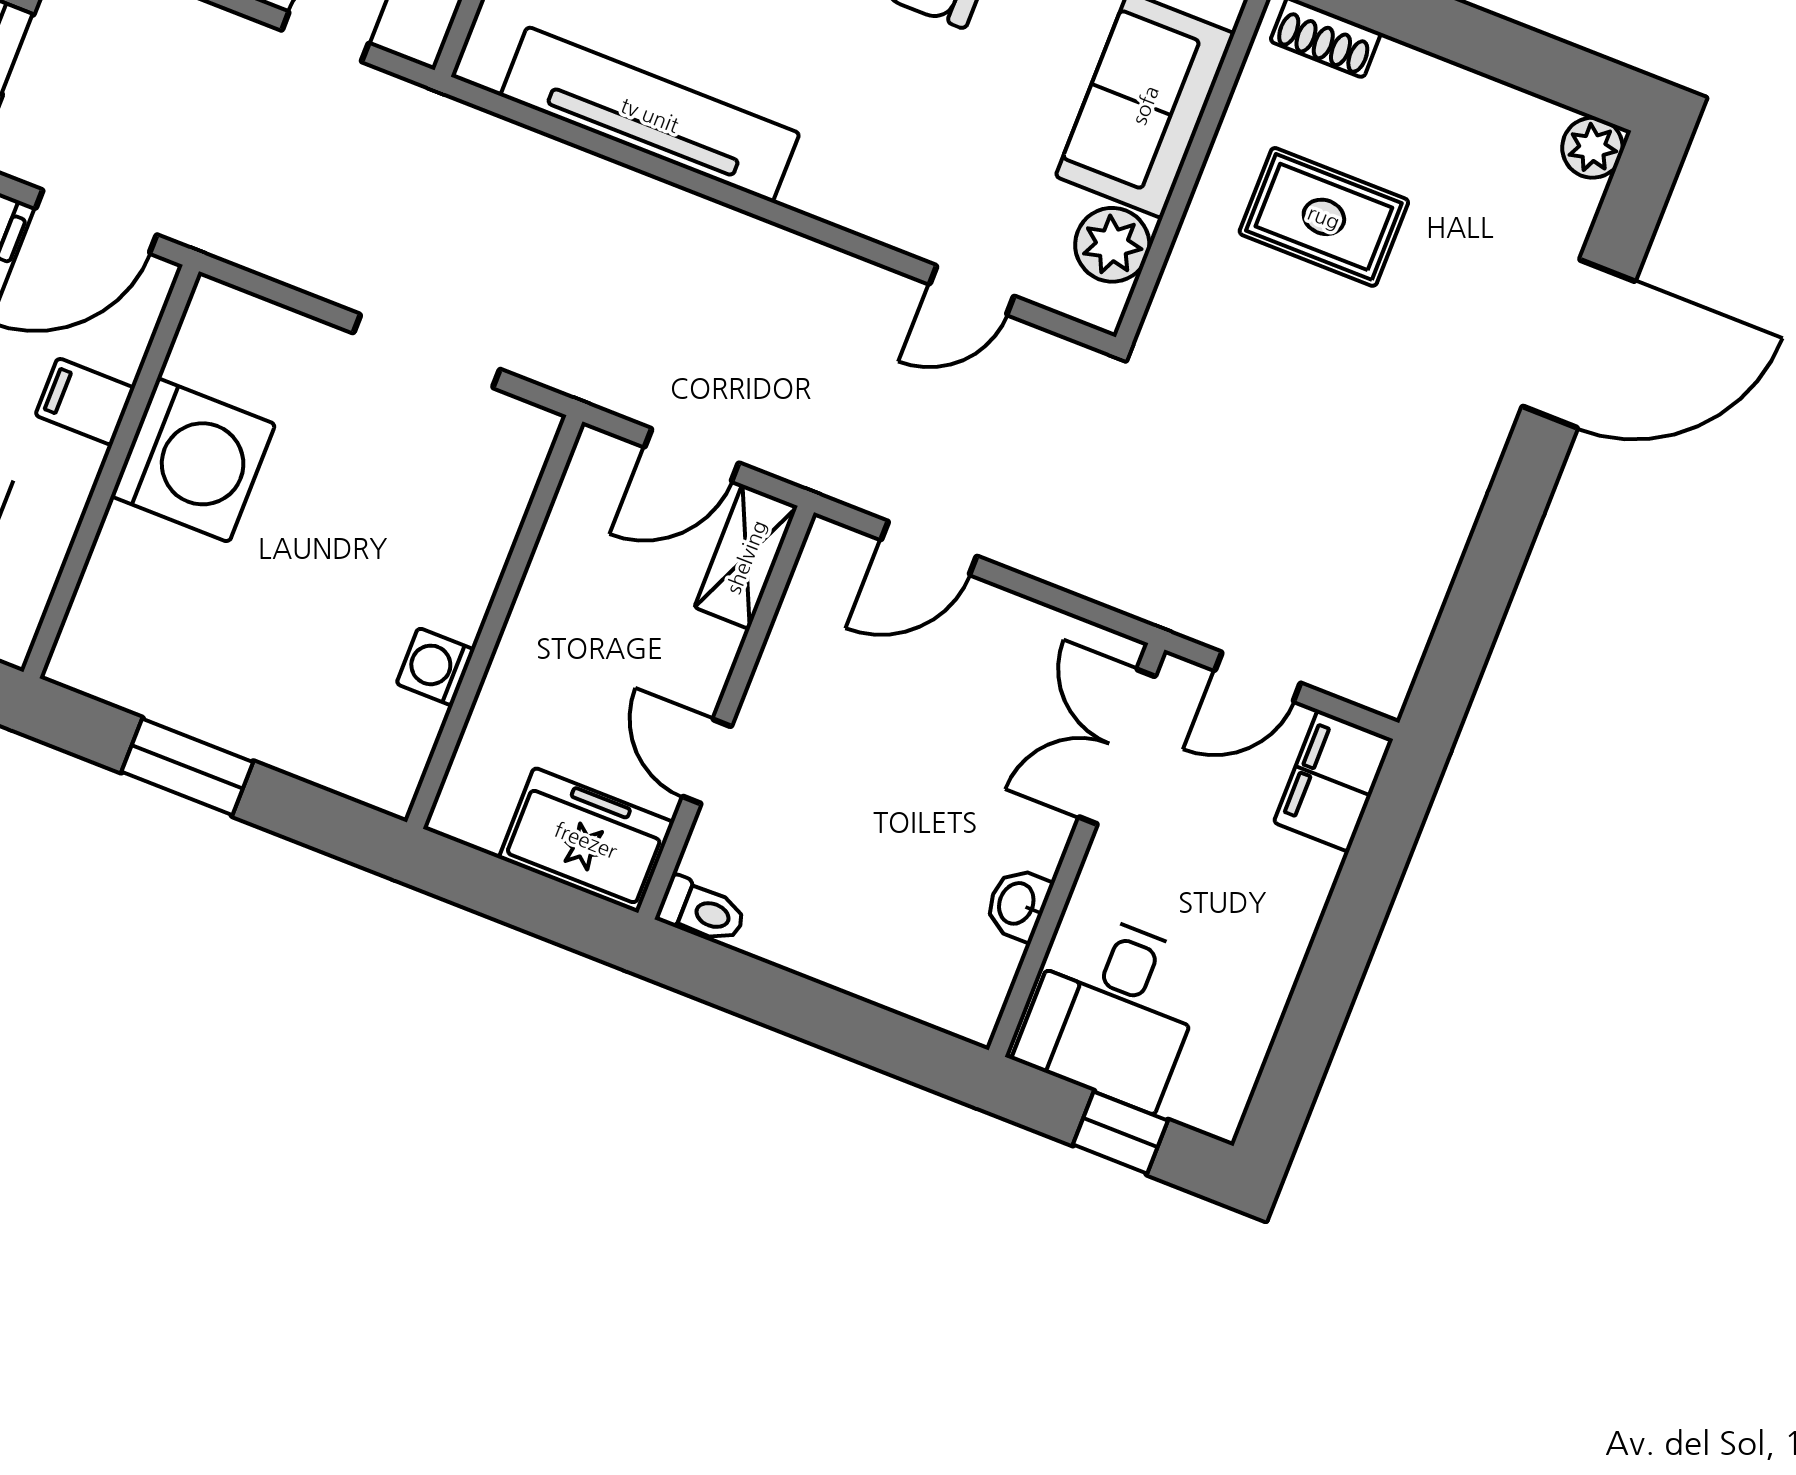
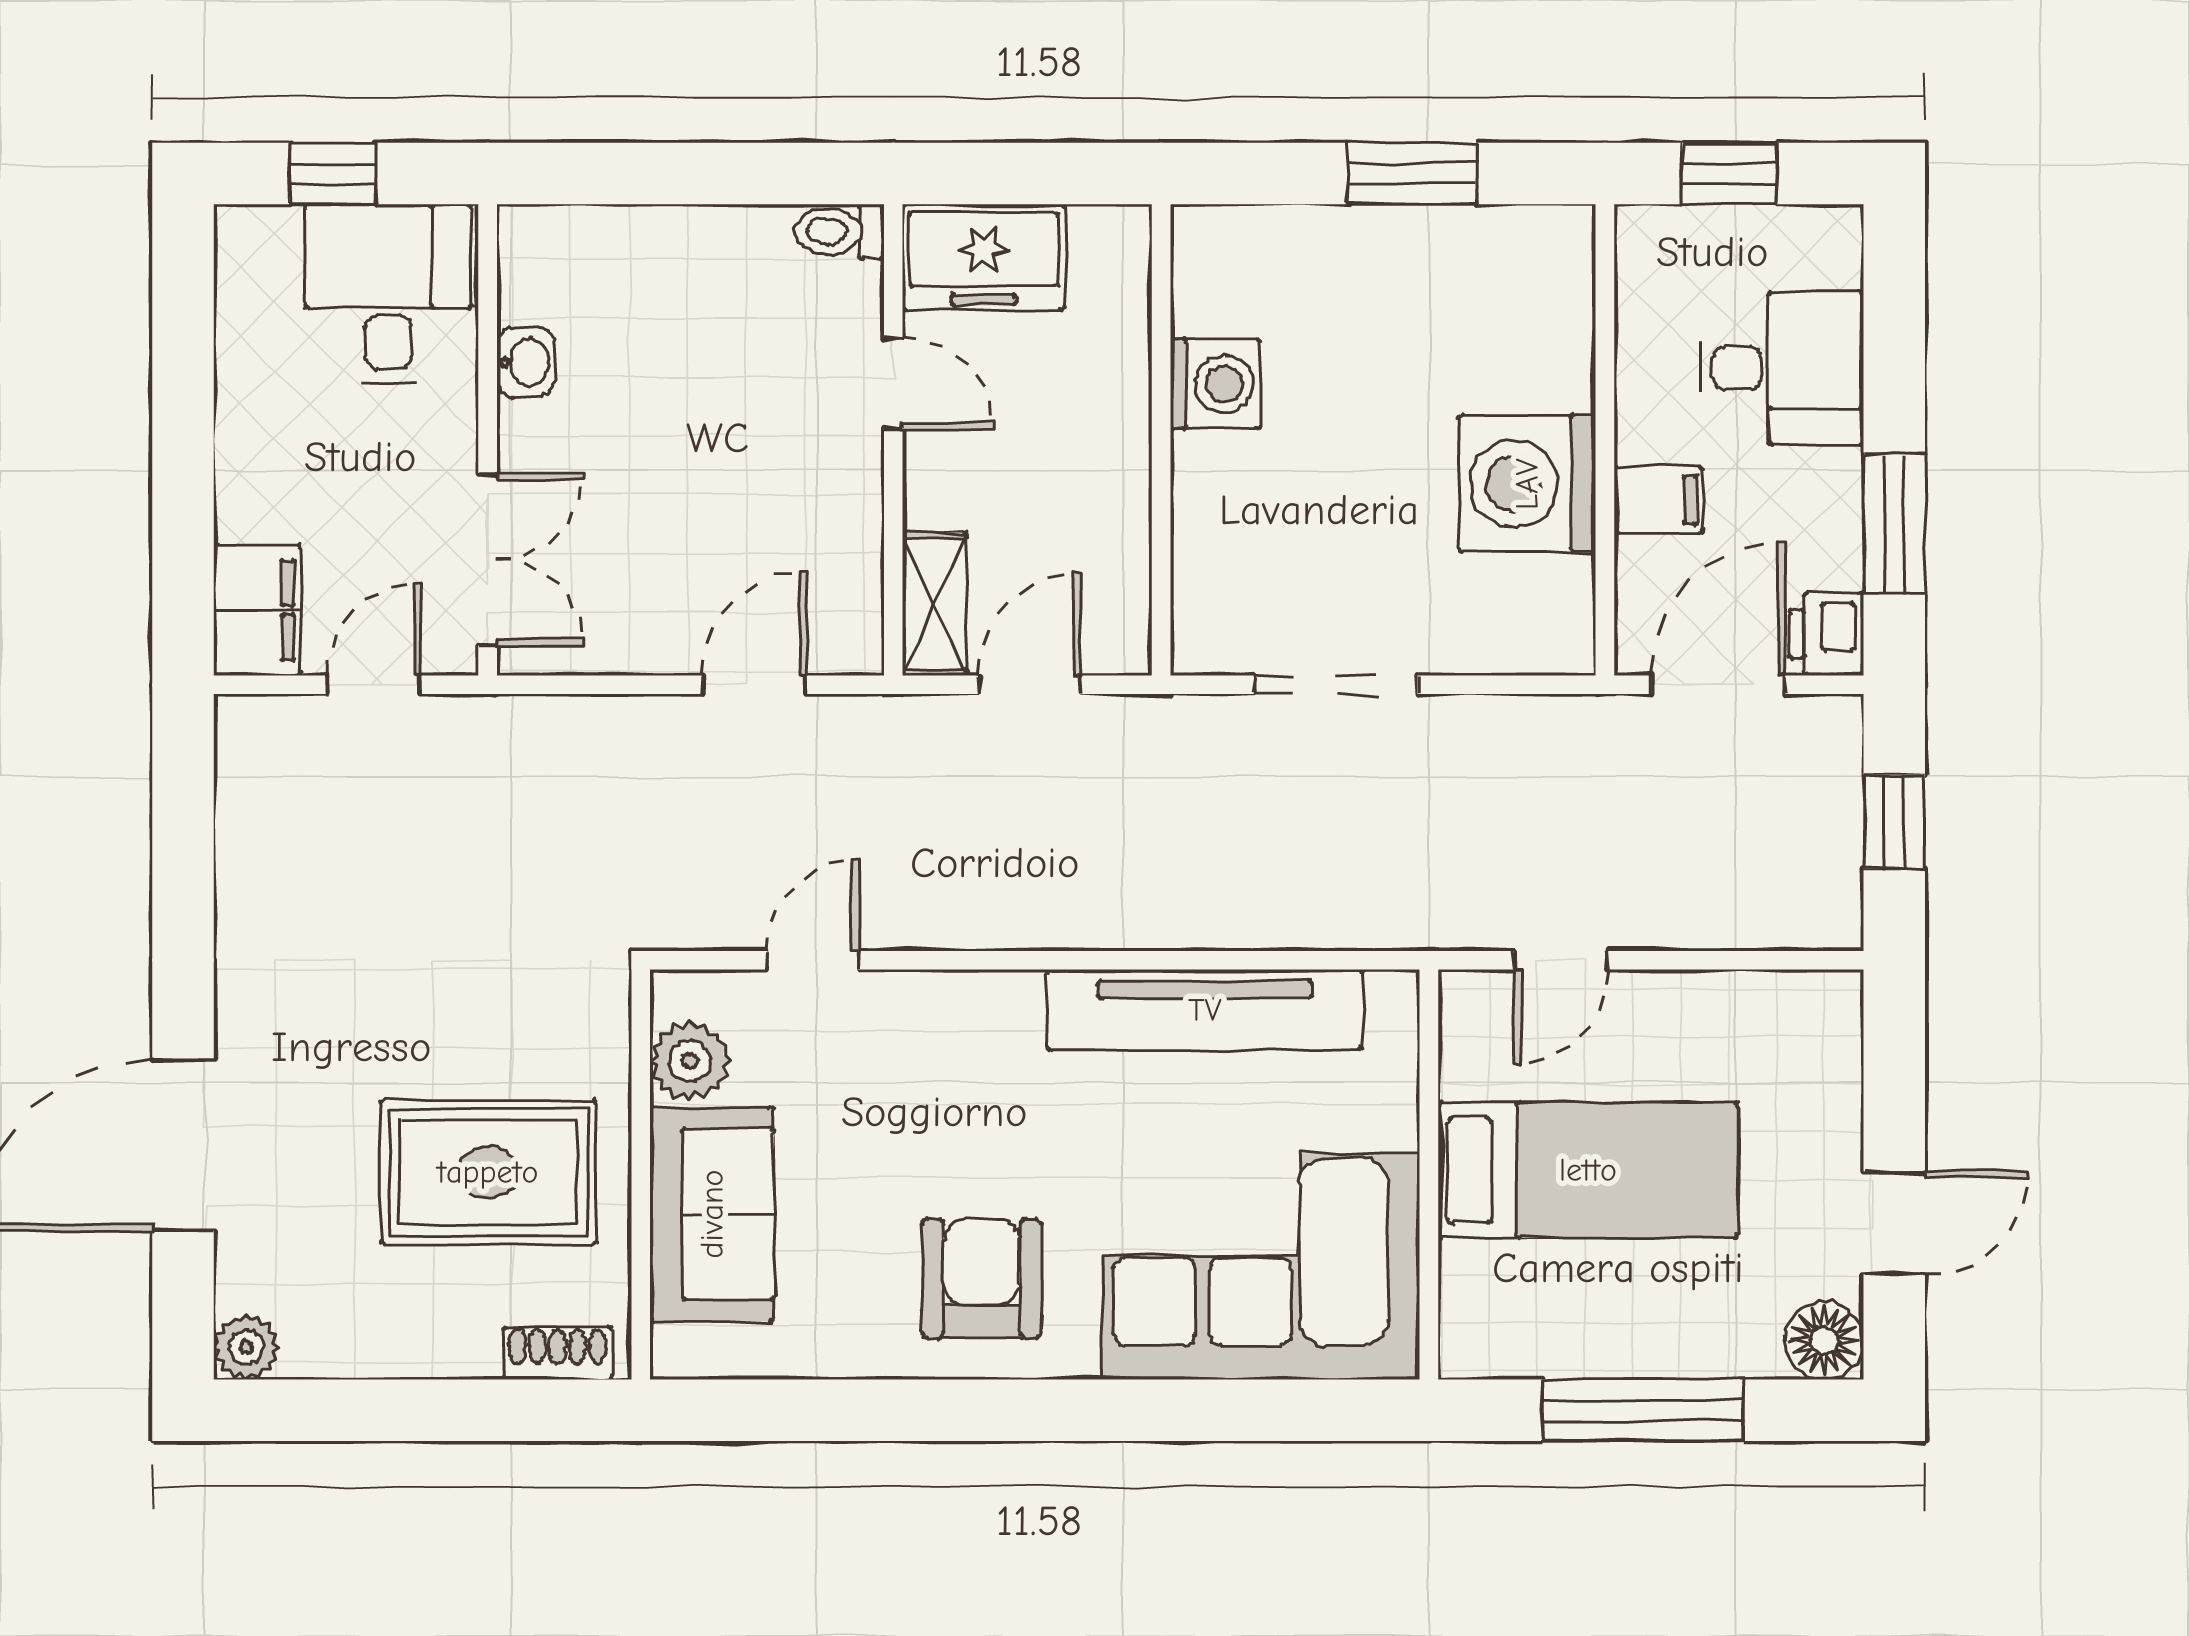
rug: (1324, 217) -> (488, 1172), width x1.36, depth x1.43
washing machine: (435, 667) -> (1215, 384), width x1.38, depth x1.38

